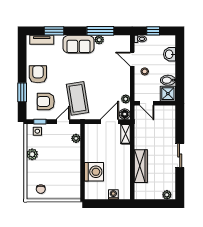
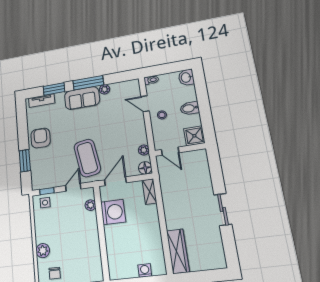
window: (100, 31) -> (88, 83), moved
window: (153, 31) -> (165, 69), removed
washbasin: (169, 54) -> (186, 77), moved
bidet: (168, 80) -> (190, 108), moved
armchair: (46, 101) -> (52, 167), removed
door: (109, 122) -> (115, 181), moved
plant: (32, 154) -> (43, 251), moved
wardrobe: (141, 166) -> (178, 251), moved
washing machine: (94, 172) -> (113, 212), moved
plant: (167, 195) -> (215, 263), removed

